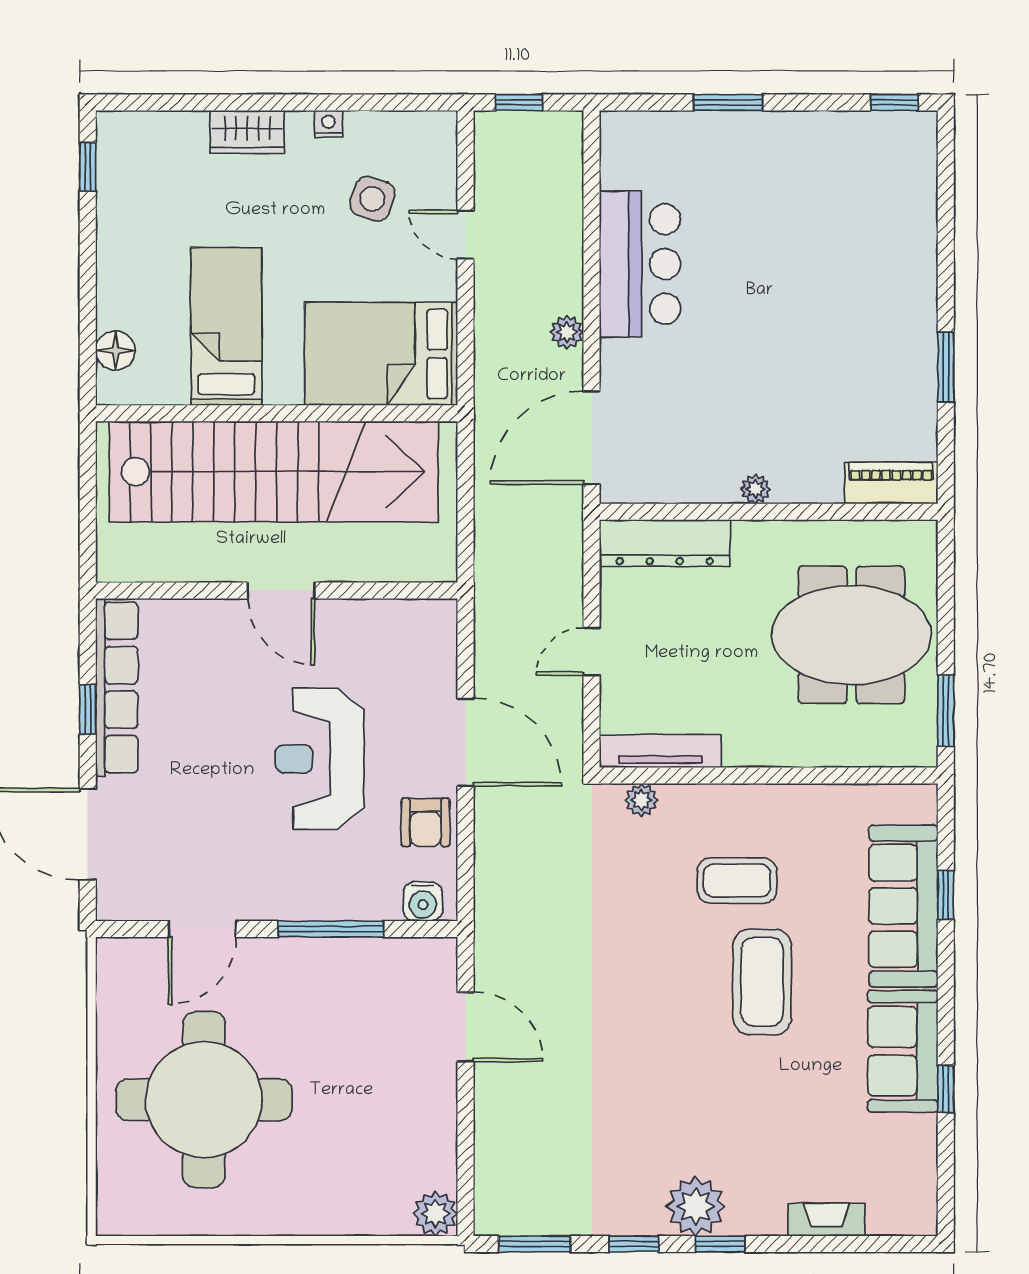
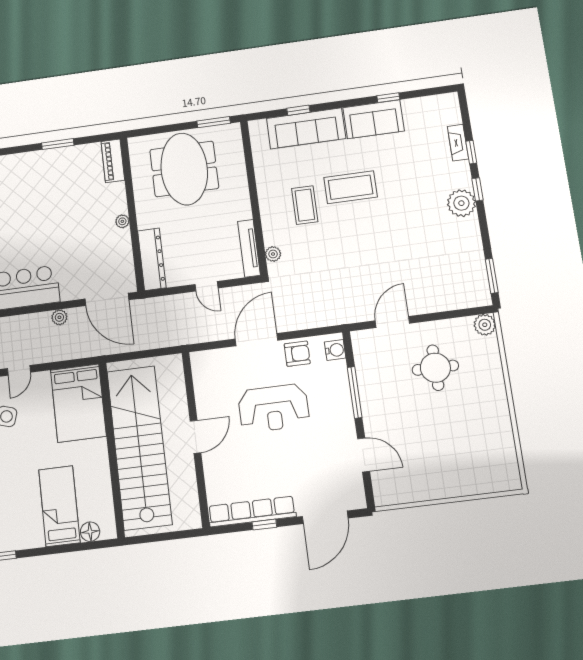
bed: (226, 326) -> (59, 506), moved, turned 90
round table: (204, 1100) -> (435, 368), moved, width x0.54, depth x0.54
window: (634, 1244) -> (471, 152), moved

